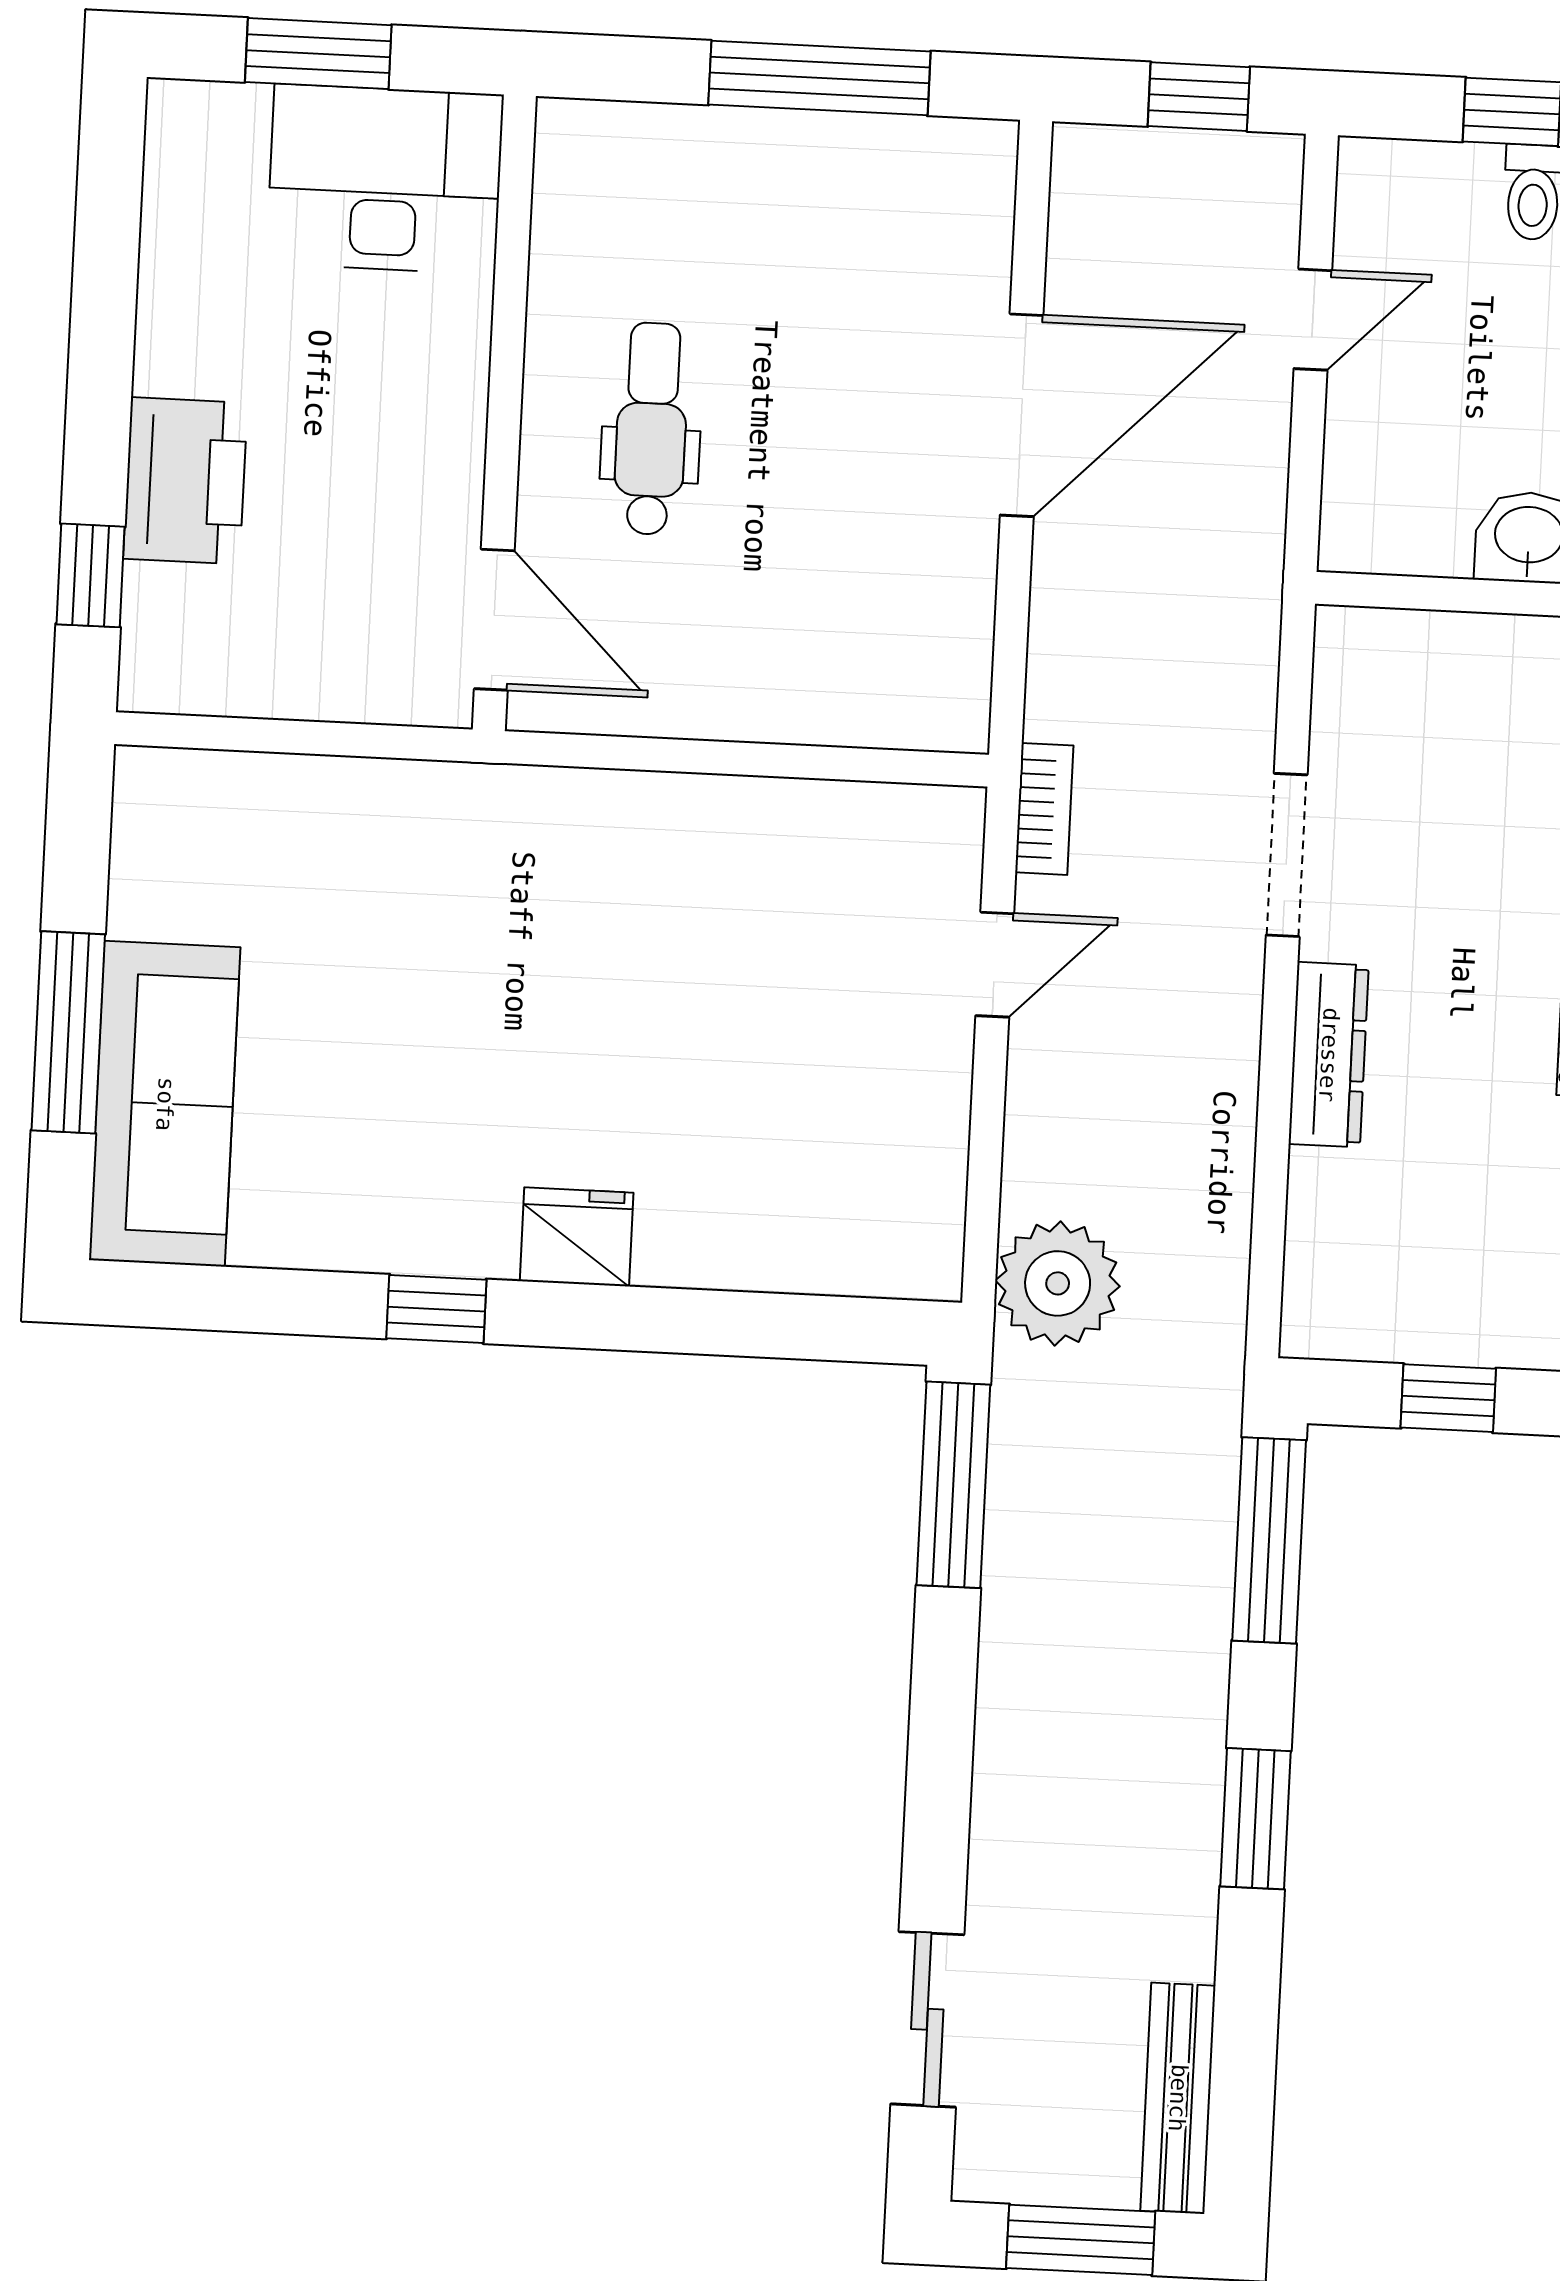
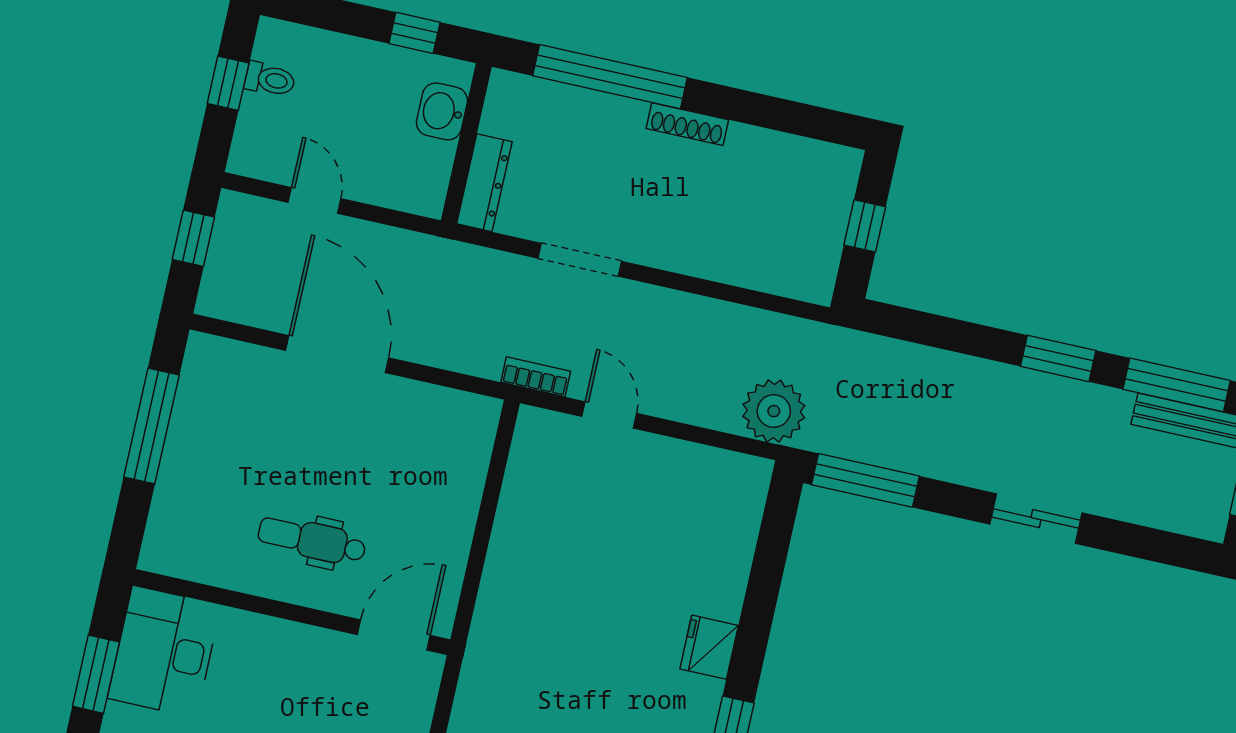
dresser: (1329, 1055) -> (484, 183), moved, turned 90
window: (1269, 1540) -> (1177, 385), moved
sliding door: (927, 2019) -> (1036, 519), moved

